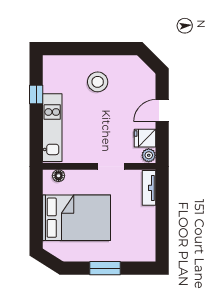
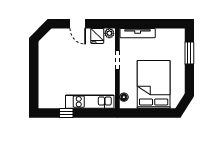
stool: (98, 82) -> (57, 69), removed
tv unit: (149, 188) -> (138, 33), width x1.41
window: (105, 268) -> (189, 53), moved

